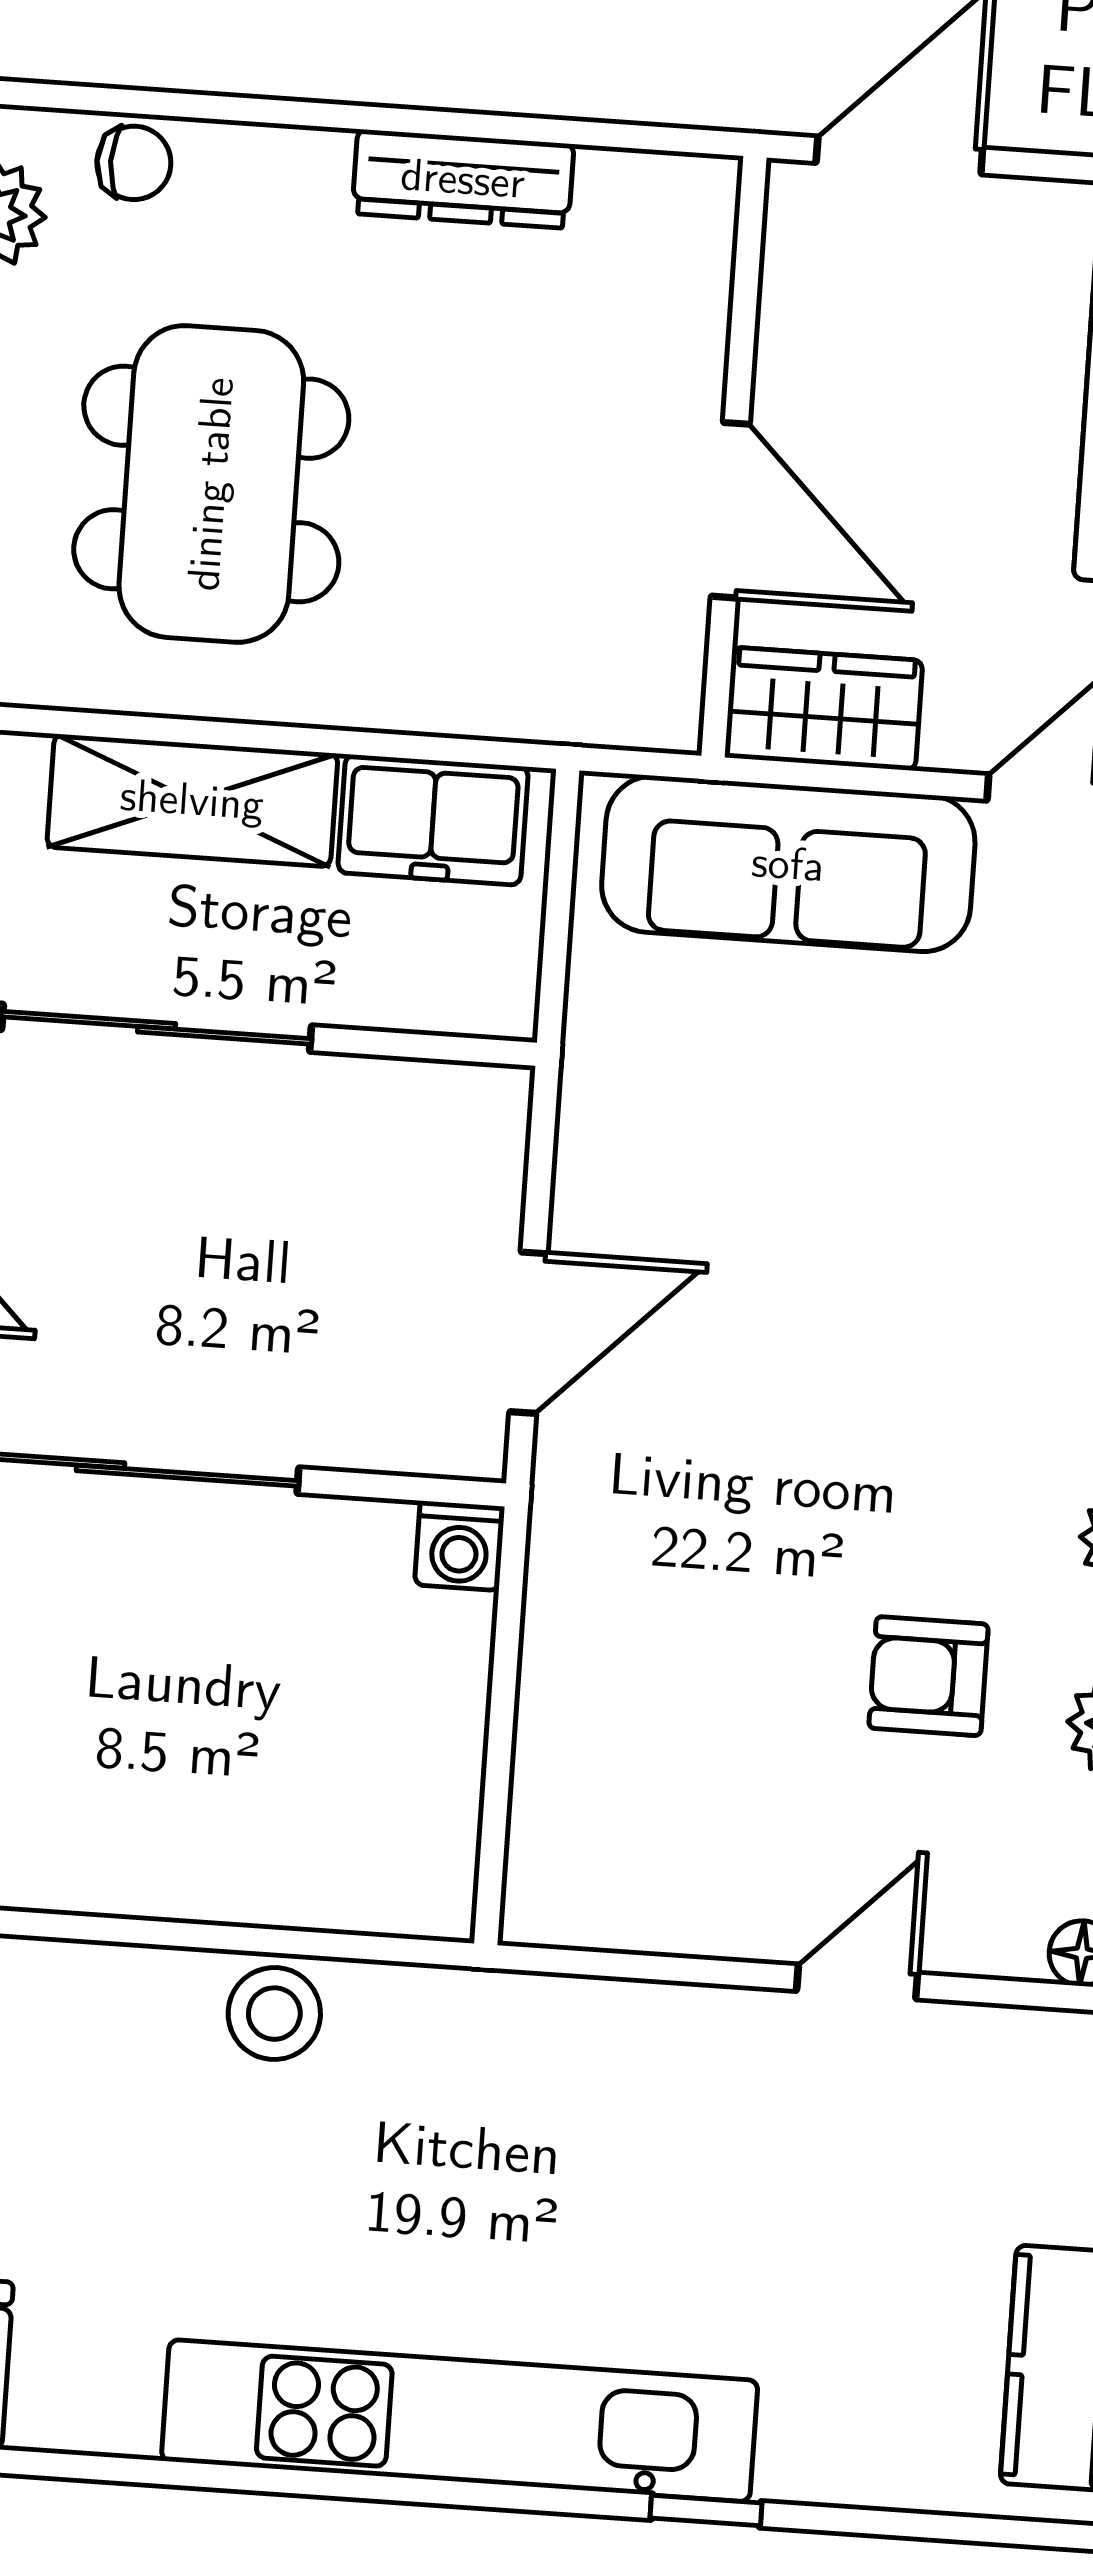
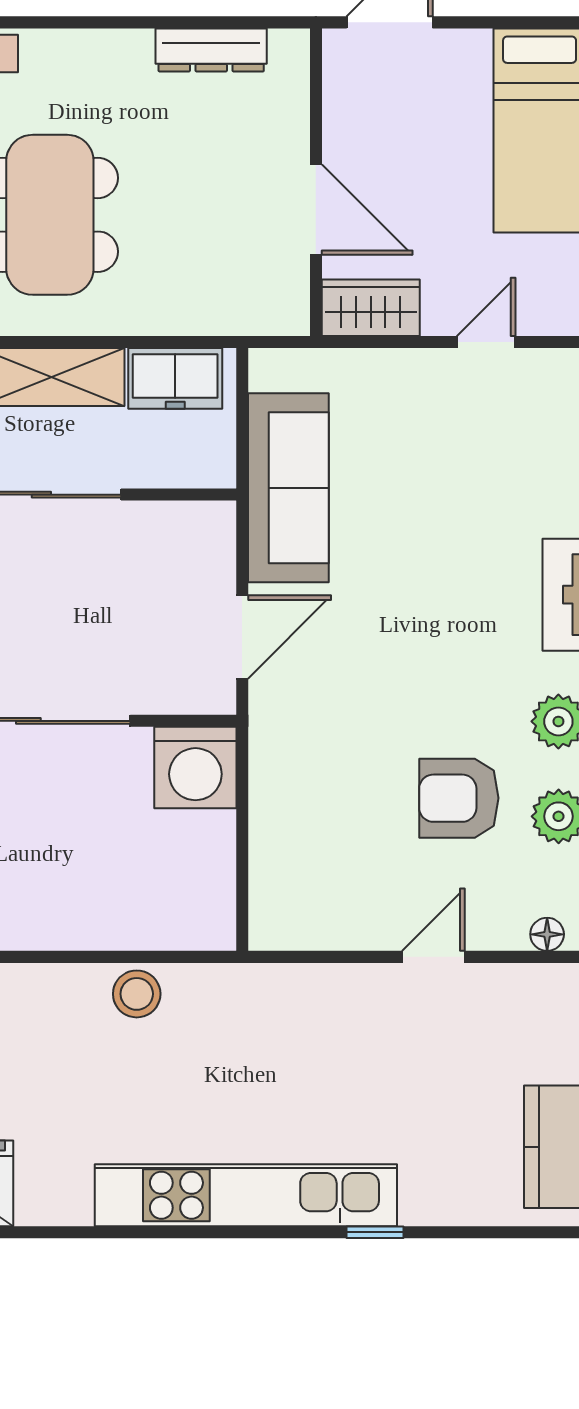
dresser: (463, 179) -> (211, 50), moved
sofa: (788, 864) -> (288, 488), moved, turned -90
washing machine: (460, 1546) -> (195, 768), width x1.89, depth x1.89
armchair: (929, 1676) -> (459, 798), width x1.38, depth x1.38

